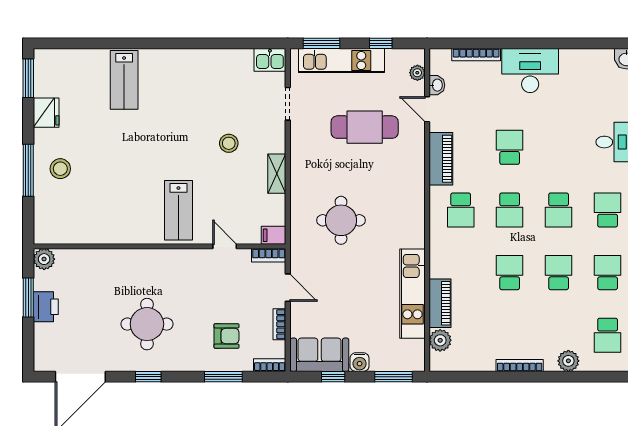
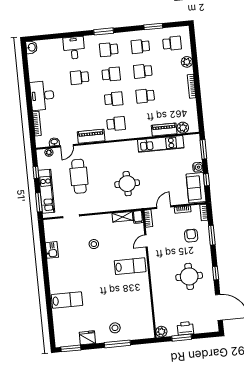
kitchen sink: (270, 60) -> (52, 250), moved
school desk: (510, 147) -> (80, 77), moved
shelving: (277, 174) -> (122, 217), moved

